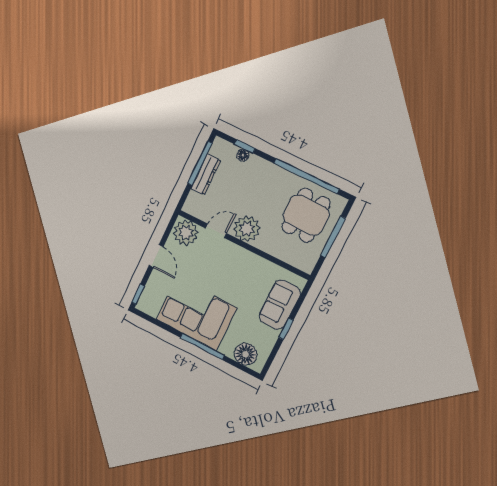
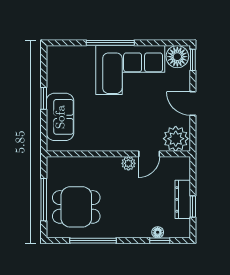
window: (200, 163) -> (193, 207), width x0.46
window: (306, 176) -> (93, 241), width x0.68
dining table: (306, 215) -> (76, 207), turned 90
plant: (247, 229) -> (128, 163), width x0.53, depth x0.53
floor lamp: (246, 354) -> (177, 57), moved

